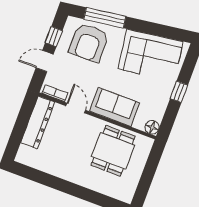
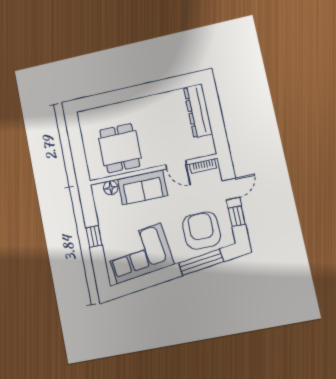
dresser: (38, 122) -> (198, 111), moved
floor lamp: (152, 127) -> (111, 188), moved

